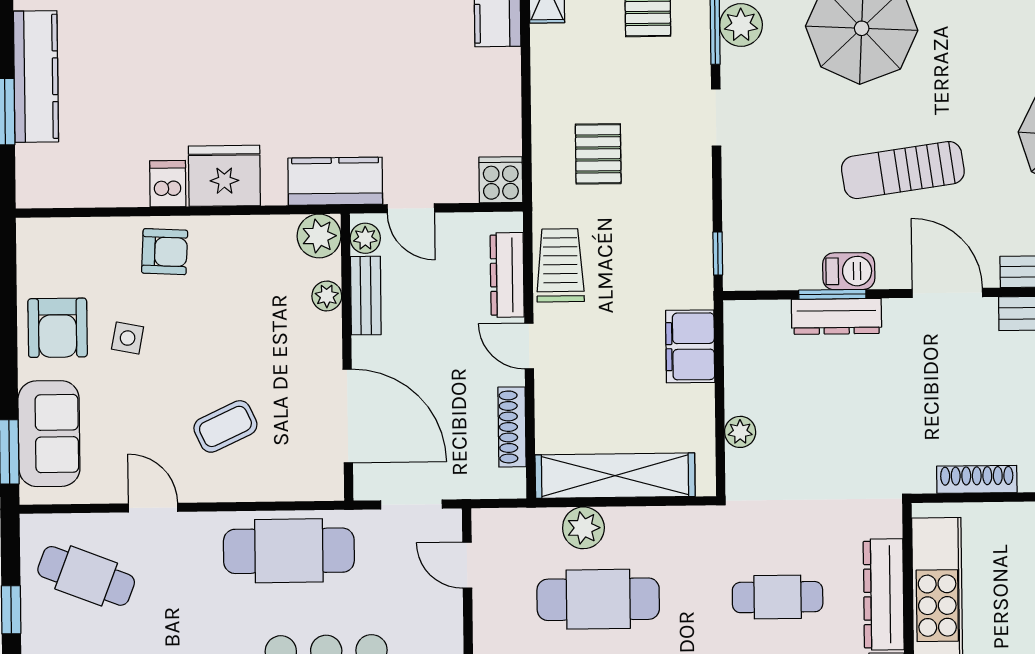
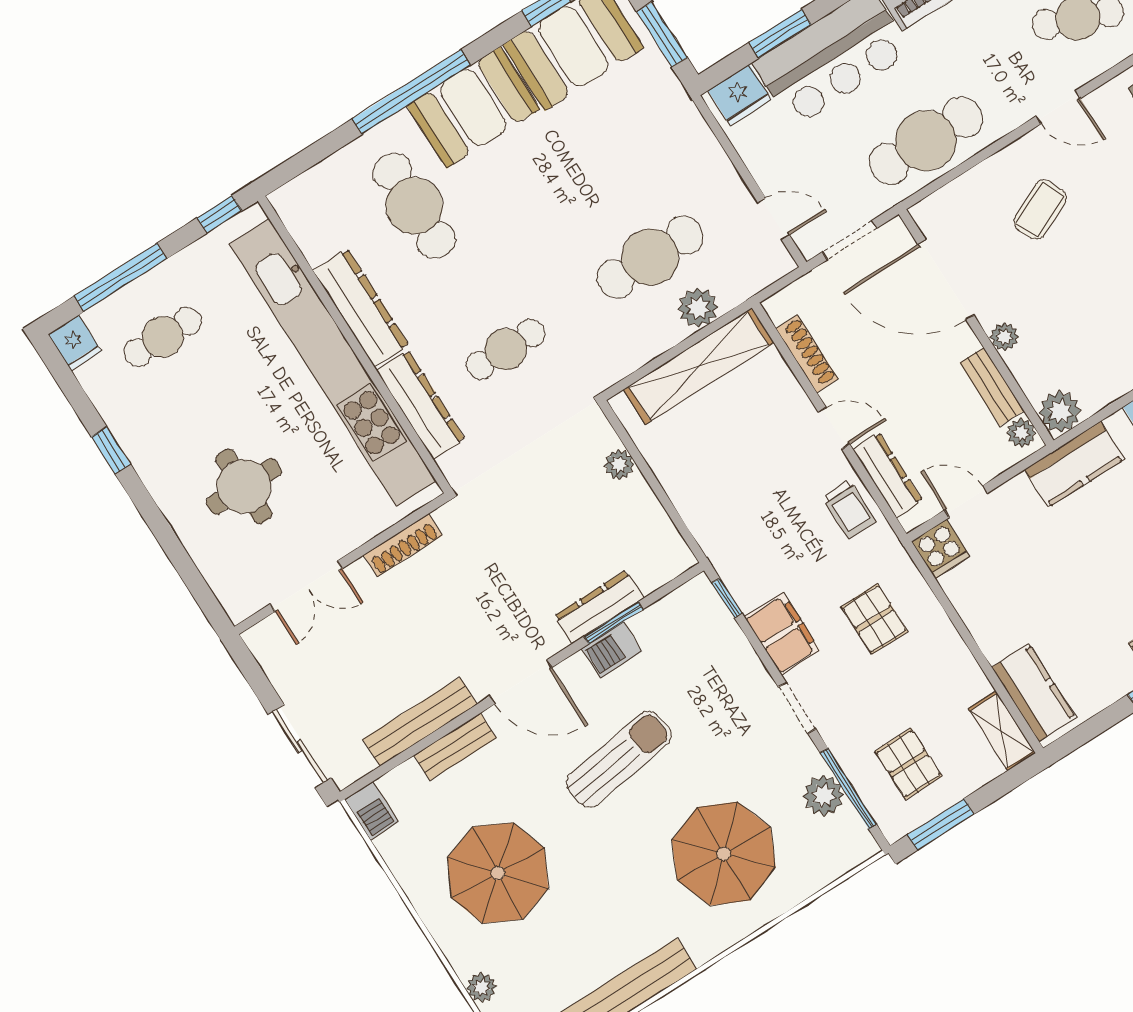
door: (411, 208) -> (966, 502), moved
trolley: (560, 265) -> (849, 509), width x0.73, depth x0.72
plant: (327, 296) -> (1004, 337), moved
filing cabinet: (690, 346) -> (782, 634), moved

